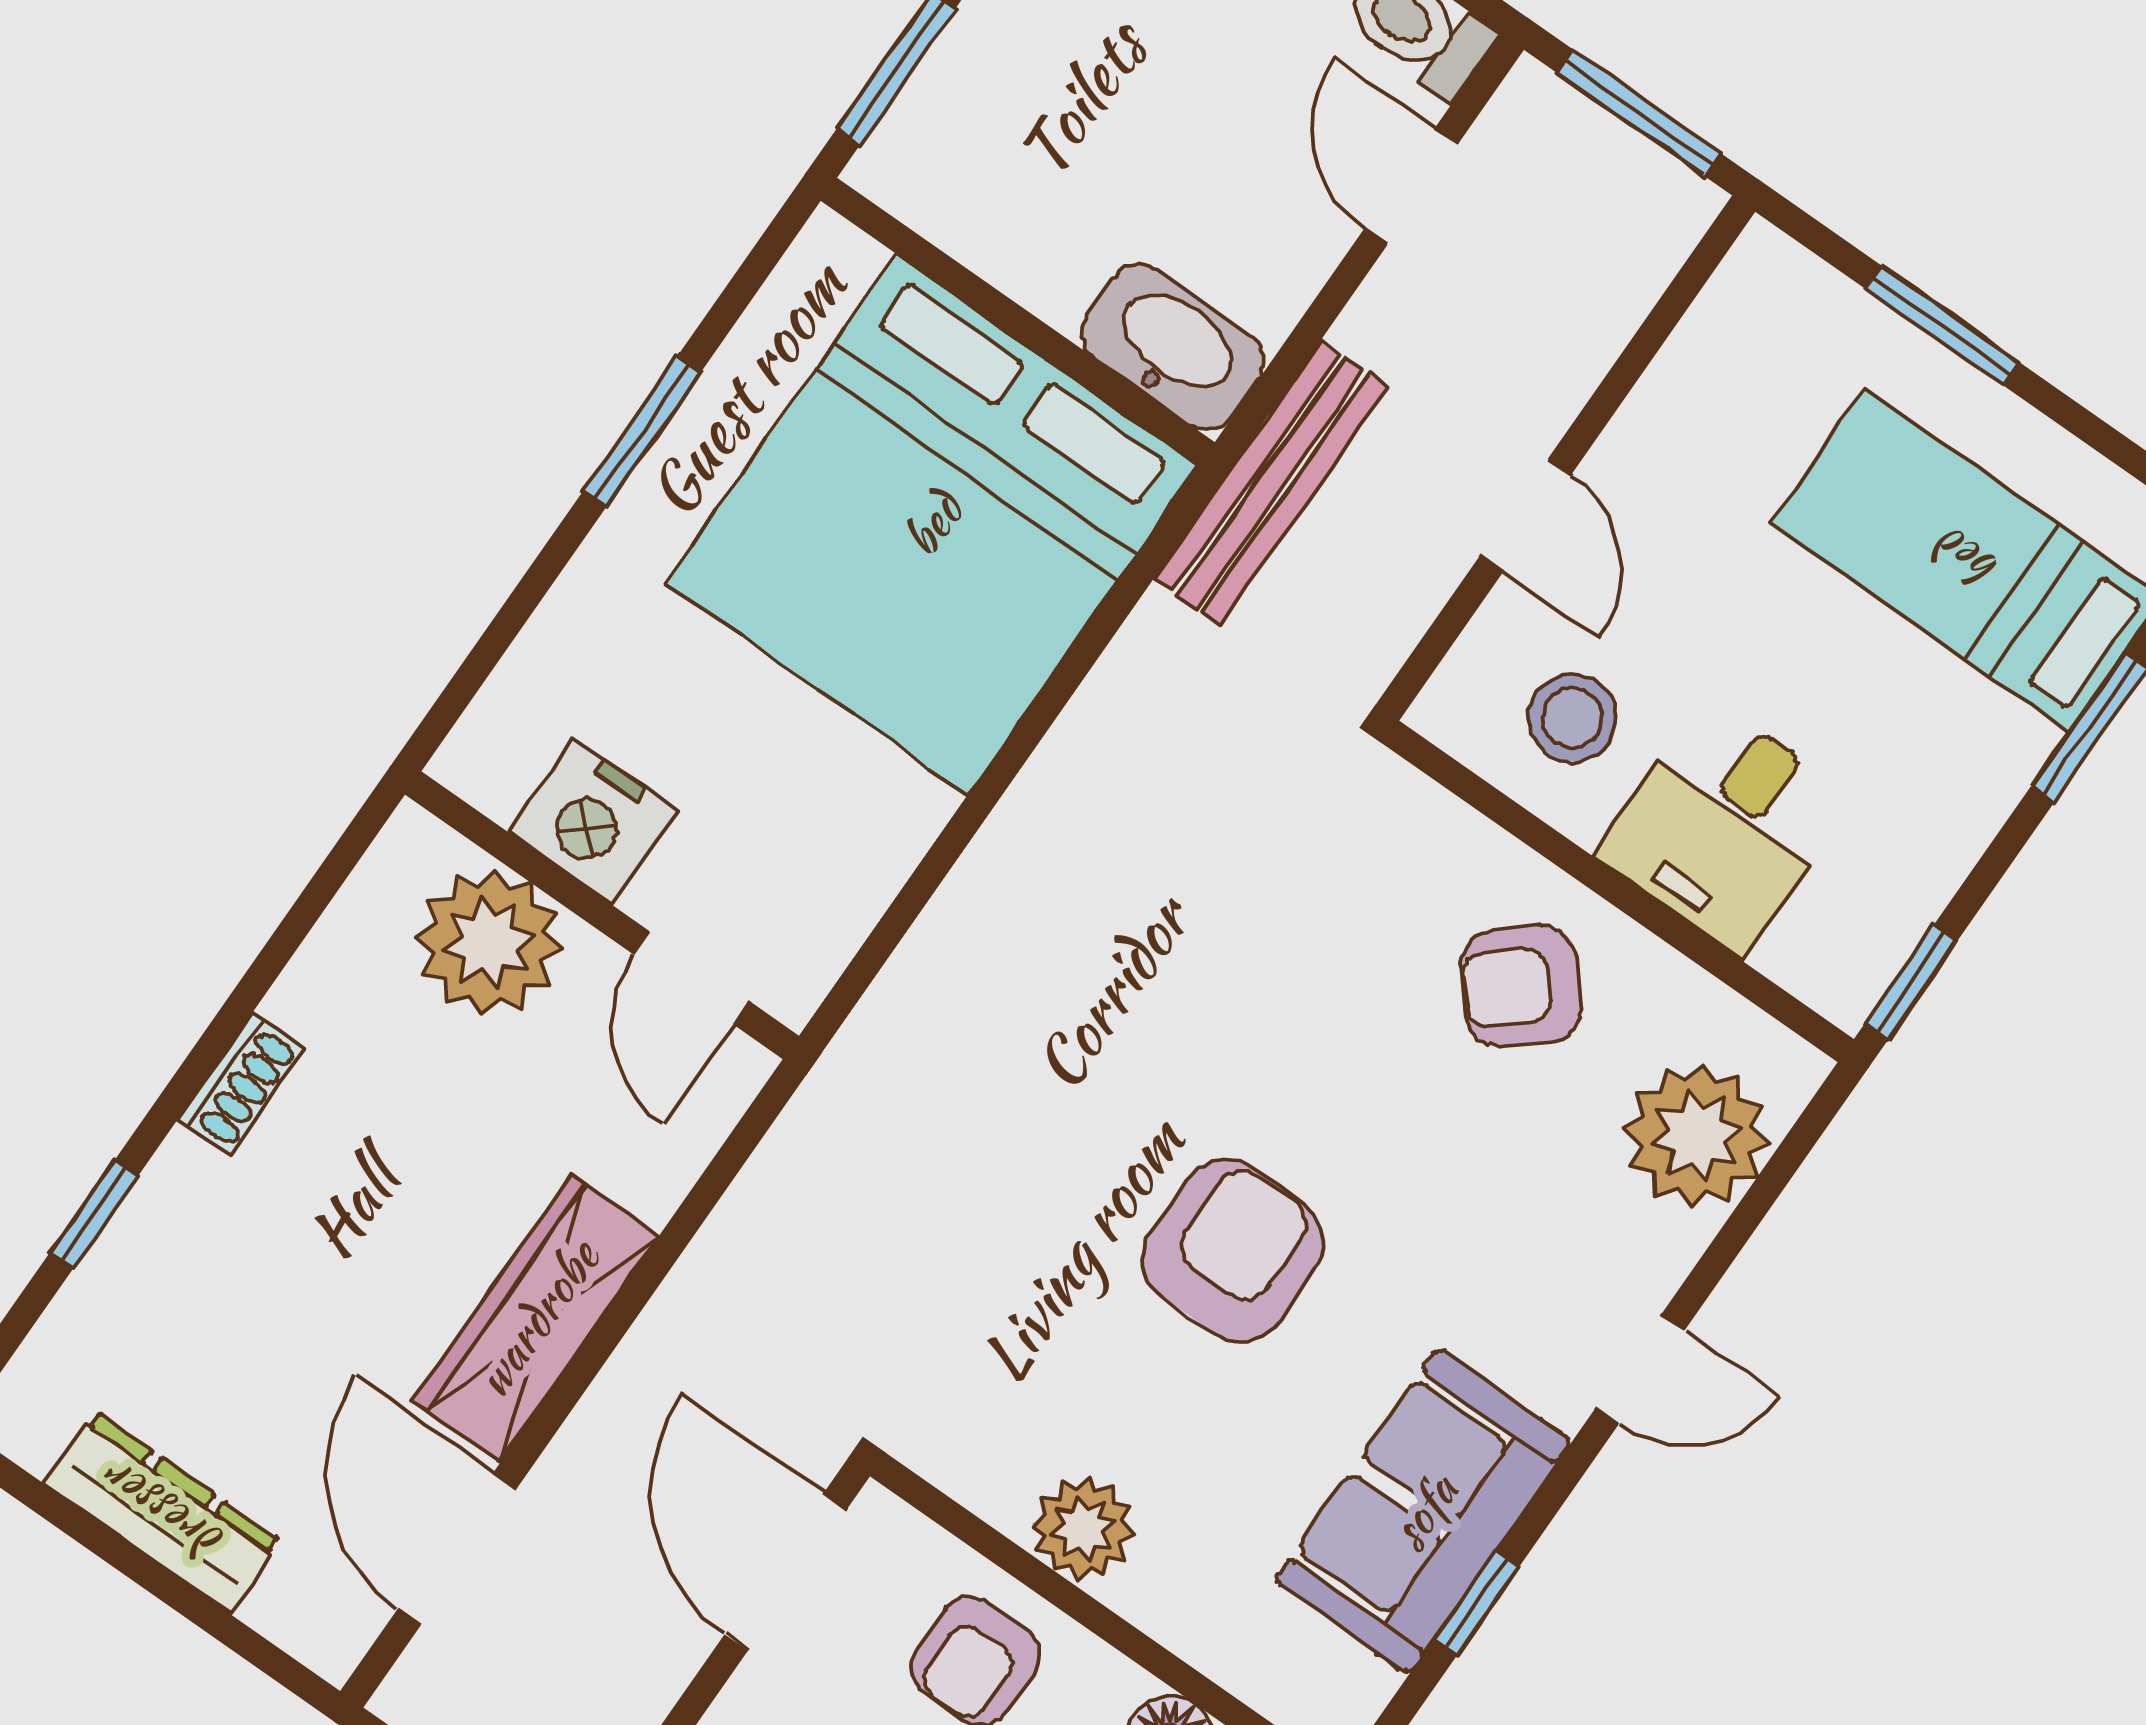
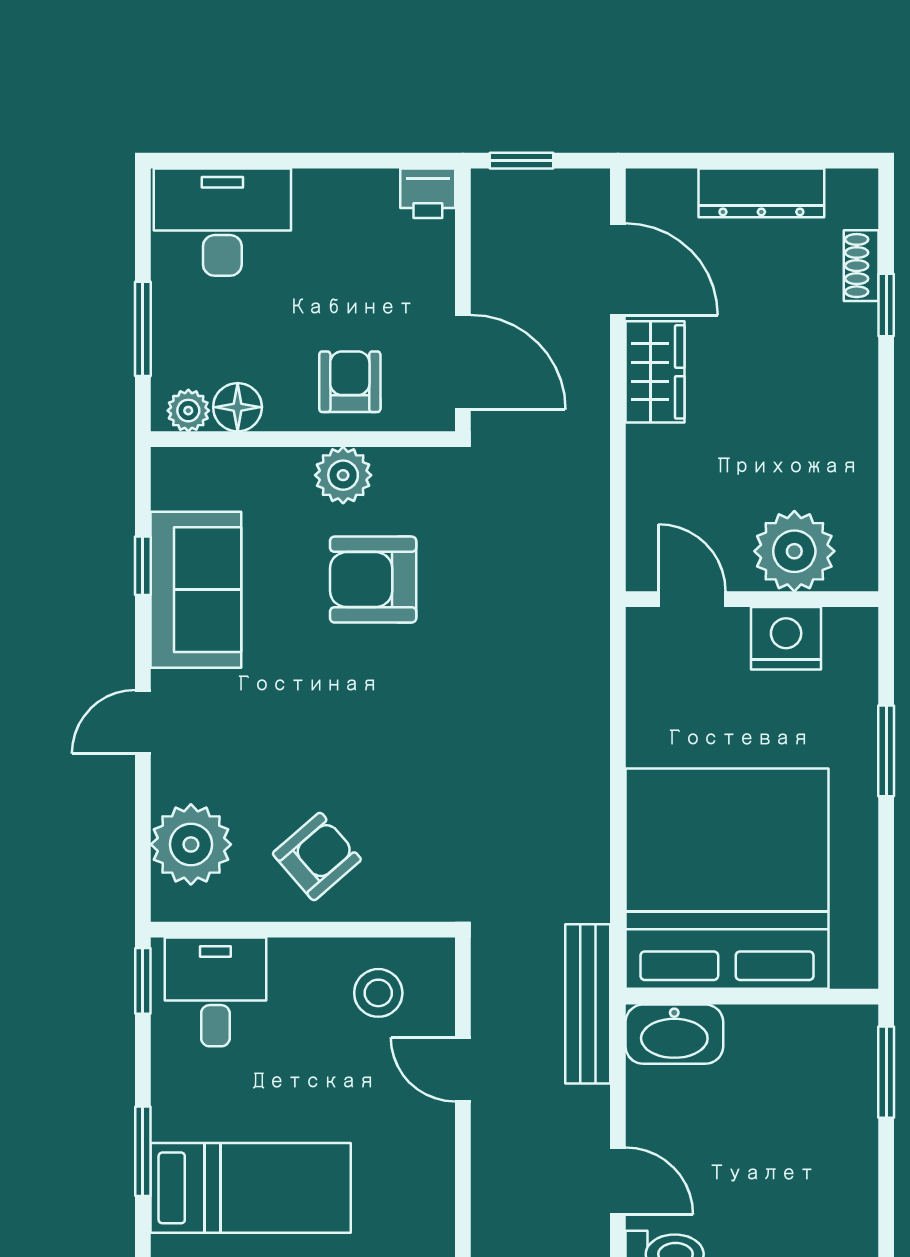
window: (642, 431) -> (886, 751), moved
desk: (1724, 827) -> (215, 992), moved
shoe rack: (241, 1084) -> (861, 266), moved
armchair: (1233, 1251) -> (373, 580), moved, turned 90
wardrobe: (536, 1318) -> (655, 372), width x0.67

